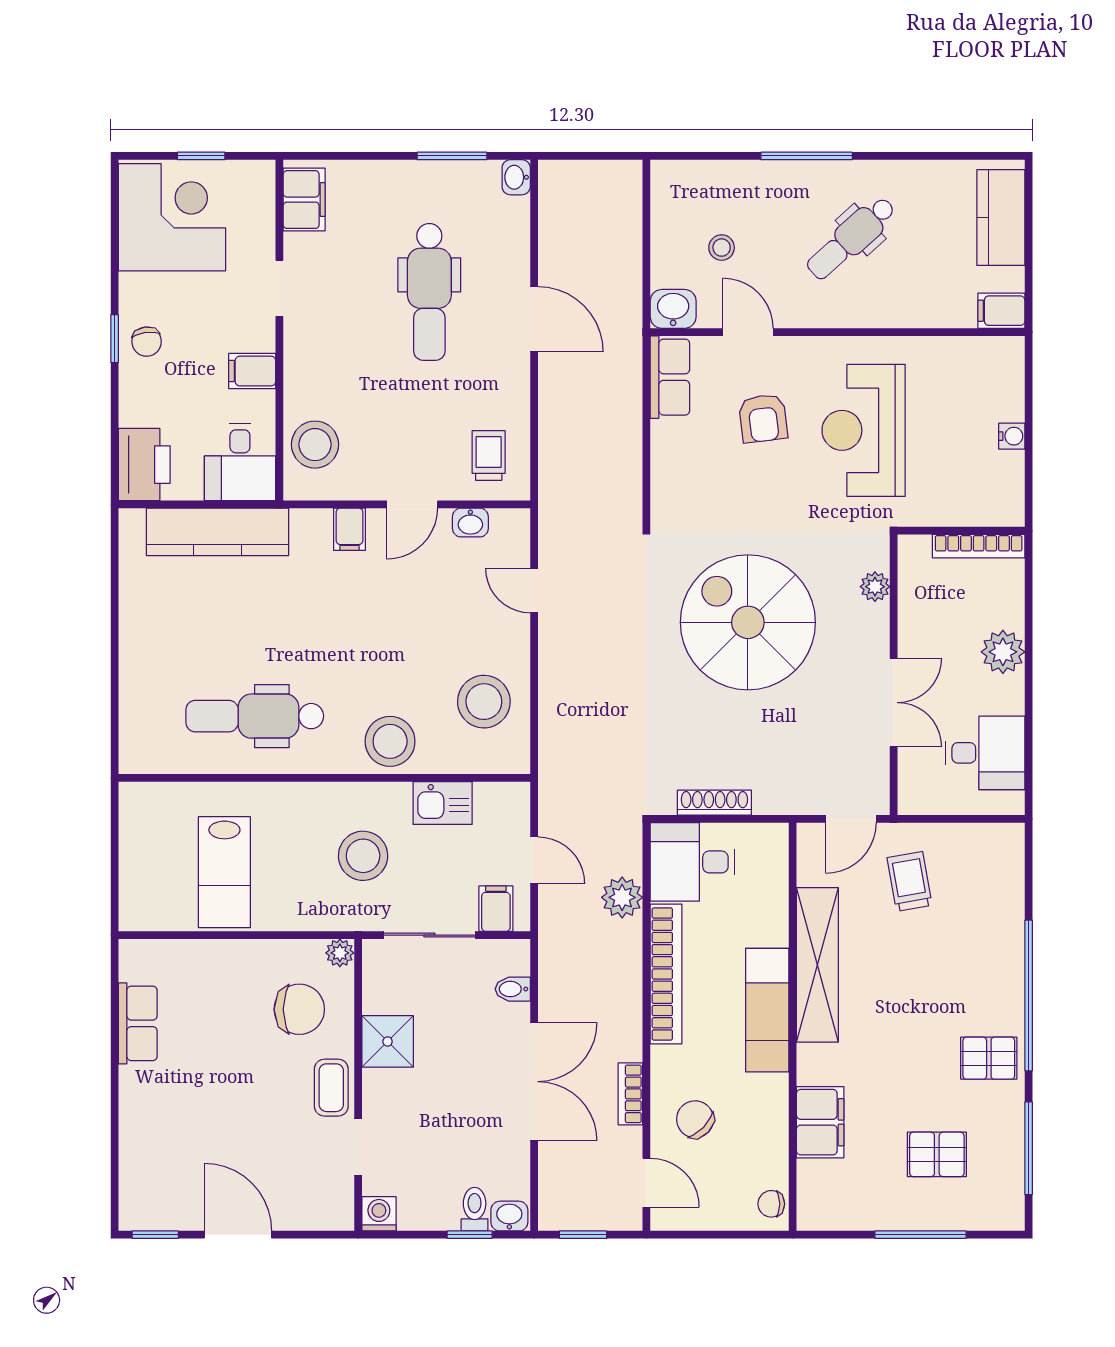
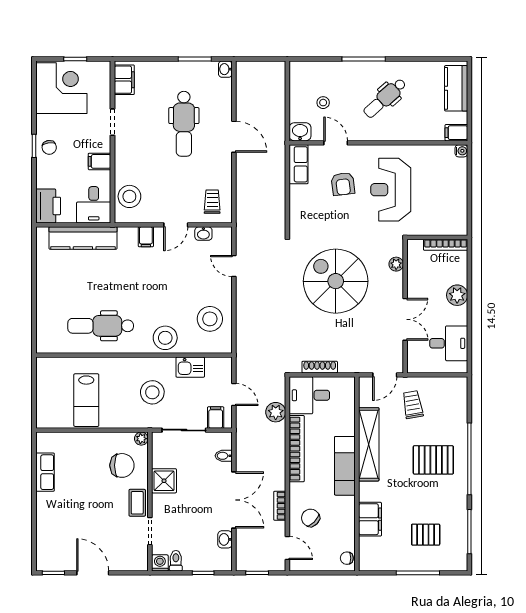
water cooler: (1012, 436) -> (461, 151), moved
pallet: (989, 1058) -> (433, 460), moved, width x1.50, depth x1.42
toilet: (475, 1209) -> (176, 561), moved
washbasin: (509, 1216) -> (225, 539), moved, turned -90

